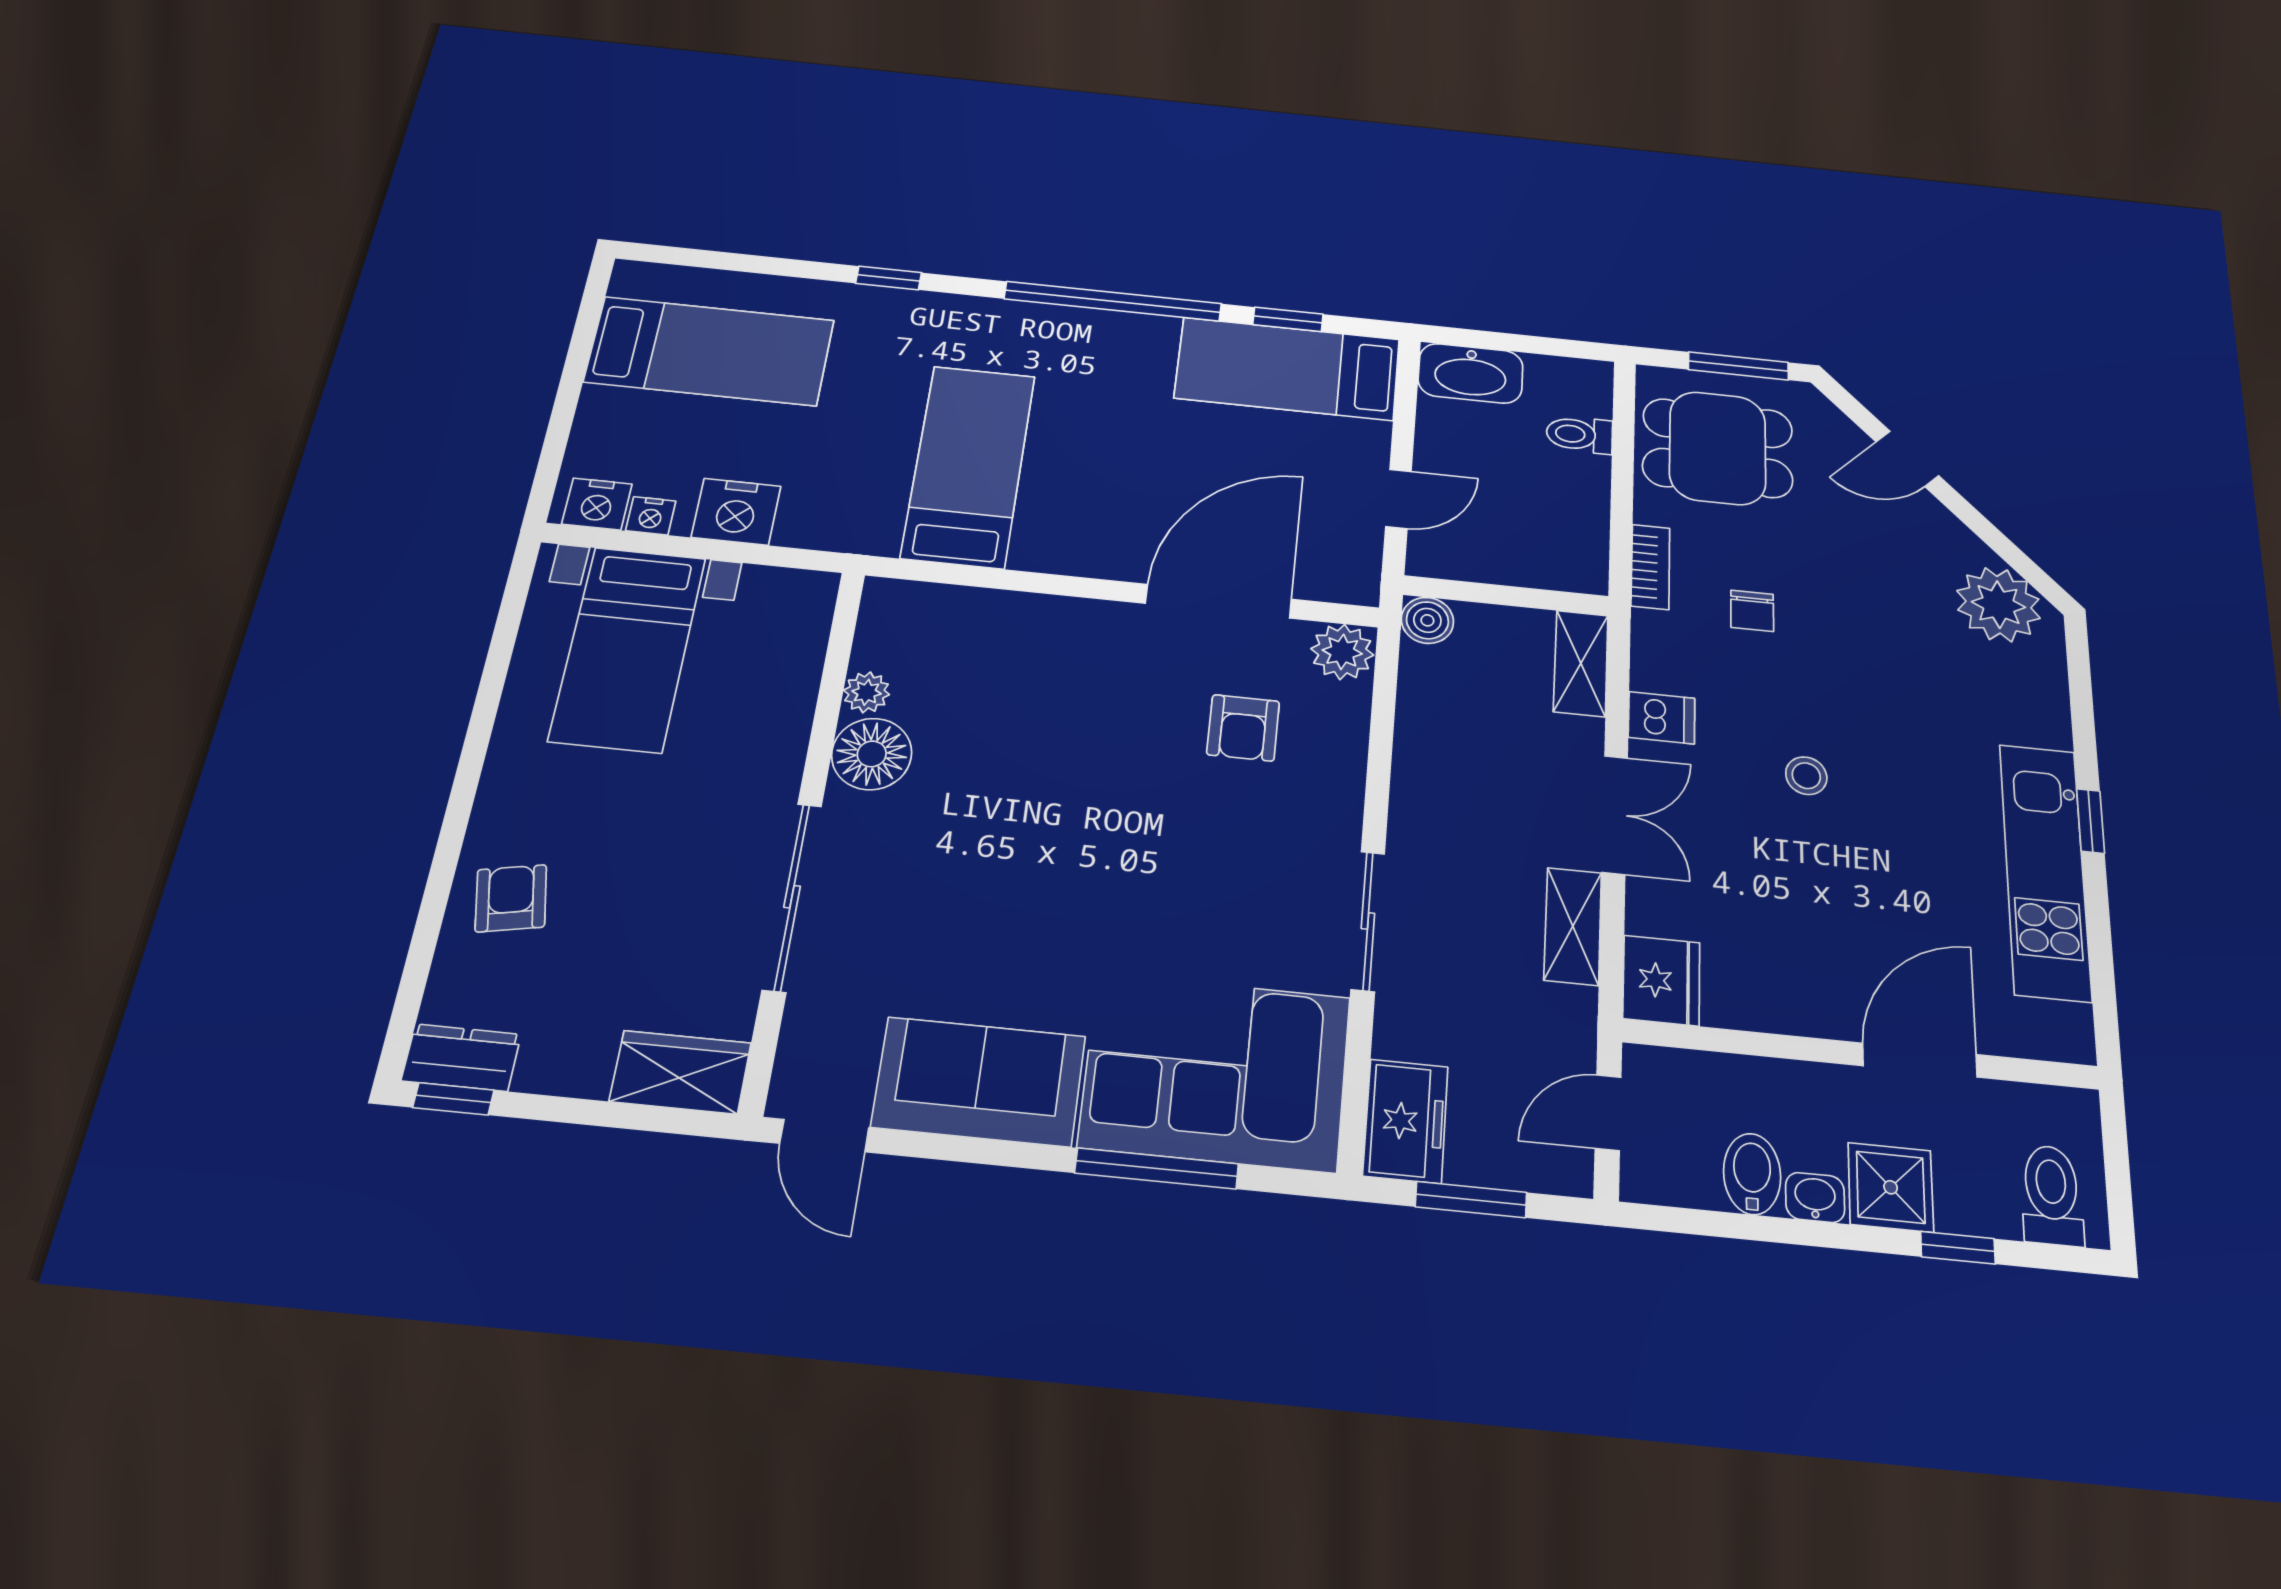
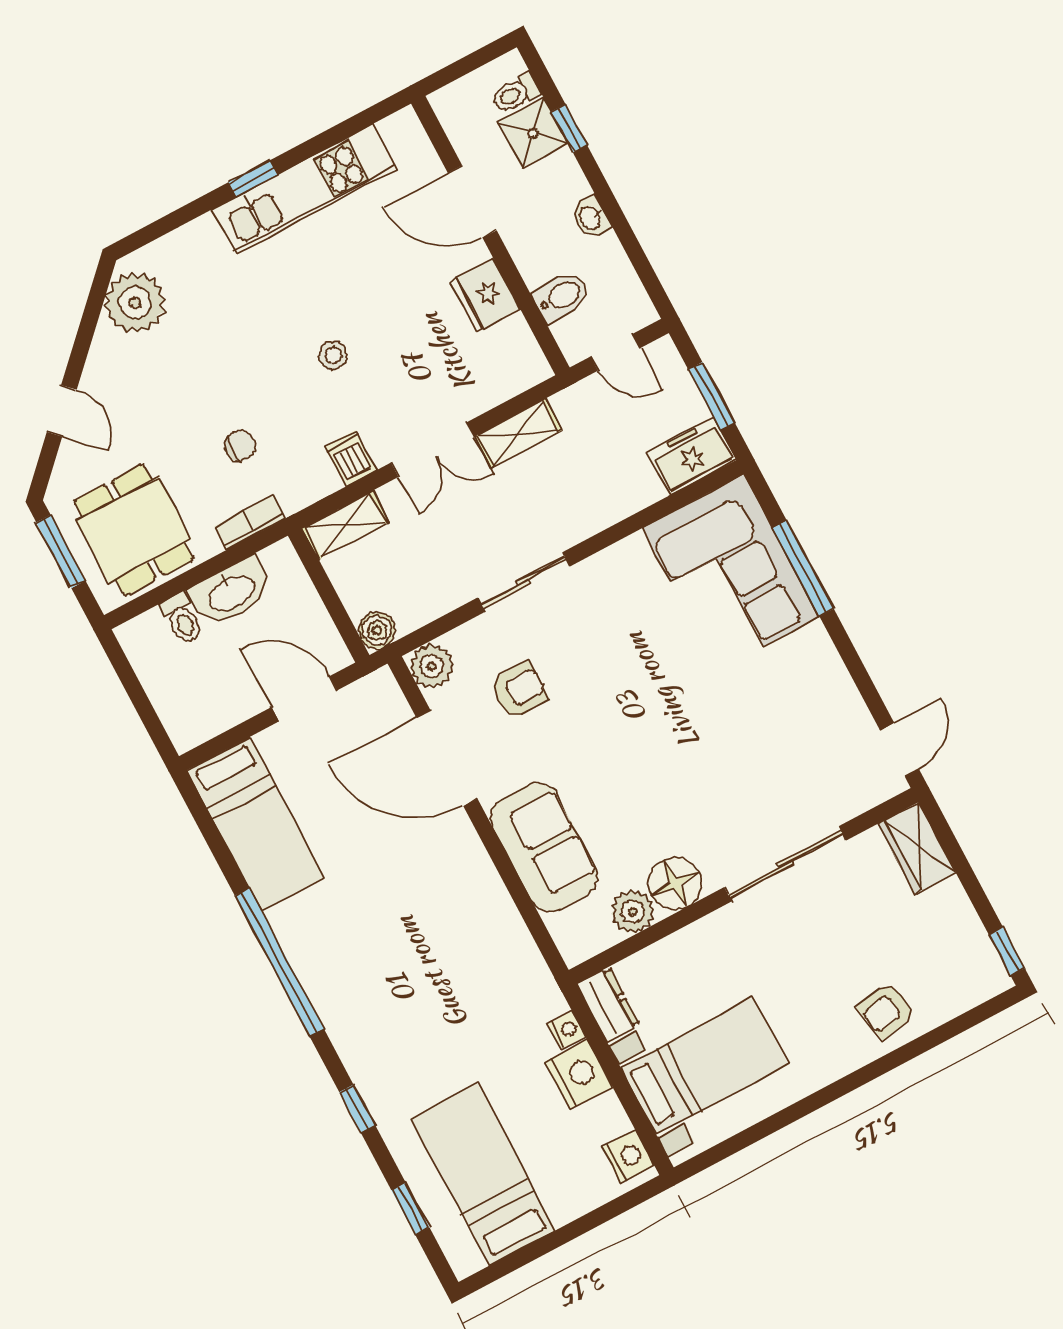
window: (1288, 319) -> (410, 1209), moved
washbasin: (1471, 373) -> (231, 592), moved, turned 90
bed: (969, 466) -> (456, 964), removed
door: (1398, 499) -> (304, 699), width x1.38
nightstand: (651, 516) -> (567, 1030), moved
plant: (867, 692) -> (632, 912), width x1.38, depth x1.38
double door: (1615, 815) -> (432, 450), swing flipped
sliding door: (1368, 921) -> (524, 582), moved
fridge: (1661, 980) -> (485, 295), moved, turned -90
dresser: (461, 1058) -> (608, 1005), moved, turned 180
sofa: (979, 1081) -> (544, 847), moved, turned 180
bidet: (1752, 1174) -> (561, 296), moved, turned 180
shower: (1891, 1187) -> (533, 133), moved
toilet: (2052, 1195) -> (516, 93), width x0.73, depth x0.72

